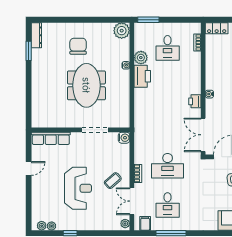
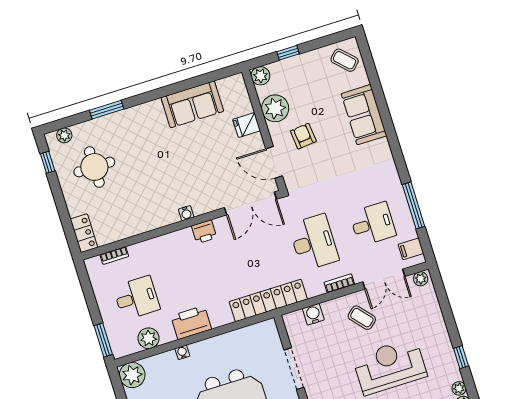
plant: (141, 58) -> (149, 338), moved
locker: (141, 127) -> (268, 300), added
water cooler: (124, 138) -> (313, 314), moved

